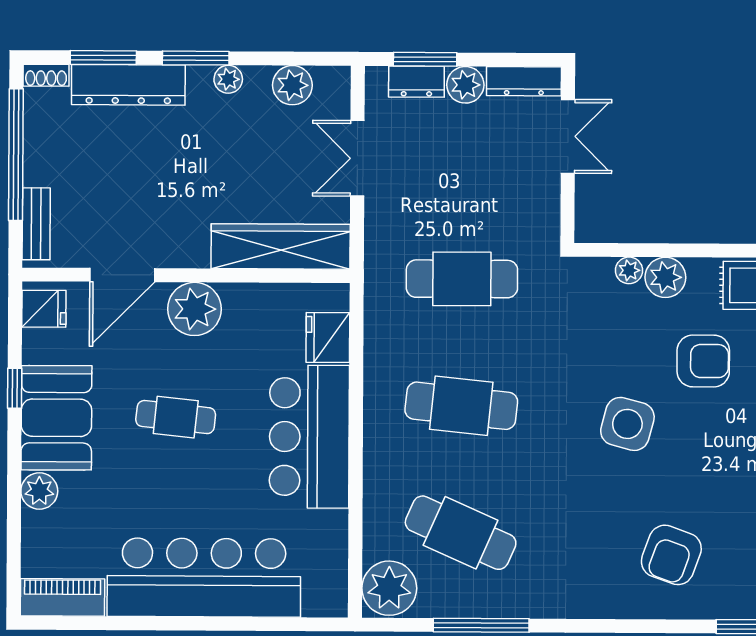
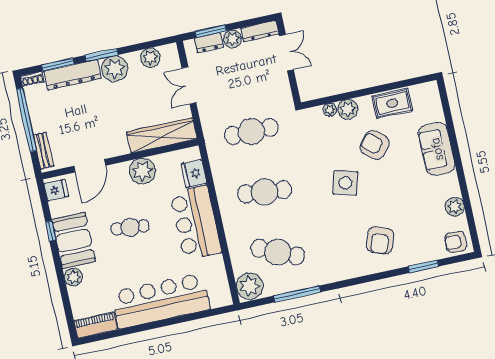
plant: (228, 79) -> (115, 69), width x1.88, depth x1.88
plant: (194, 309) -> (142, 171), moved
armchair: (703, 361) -> (375, 145), turned -140

